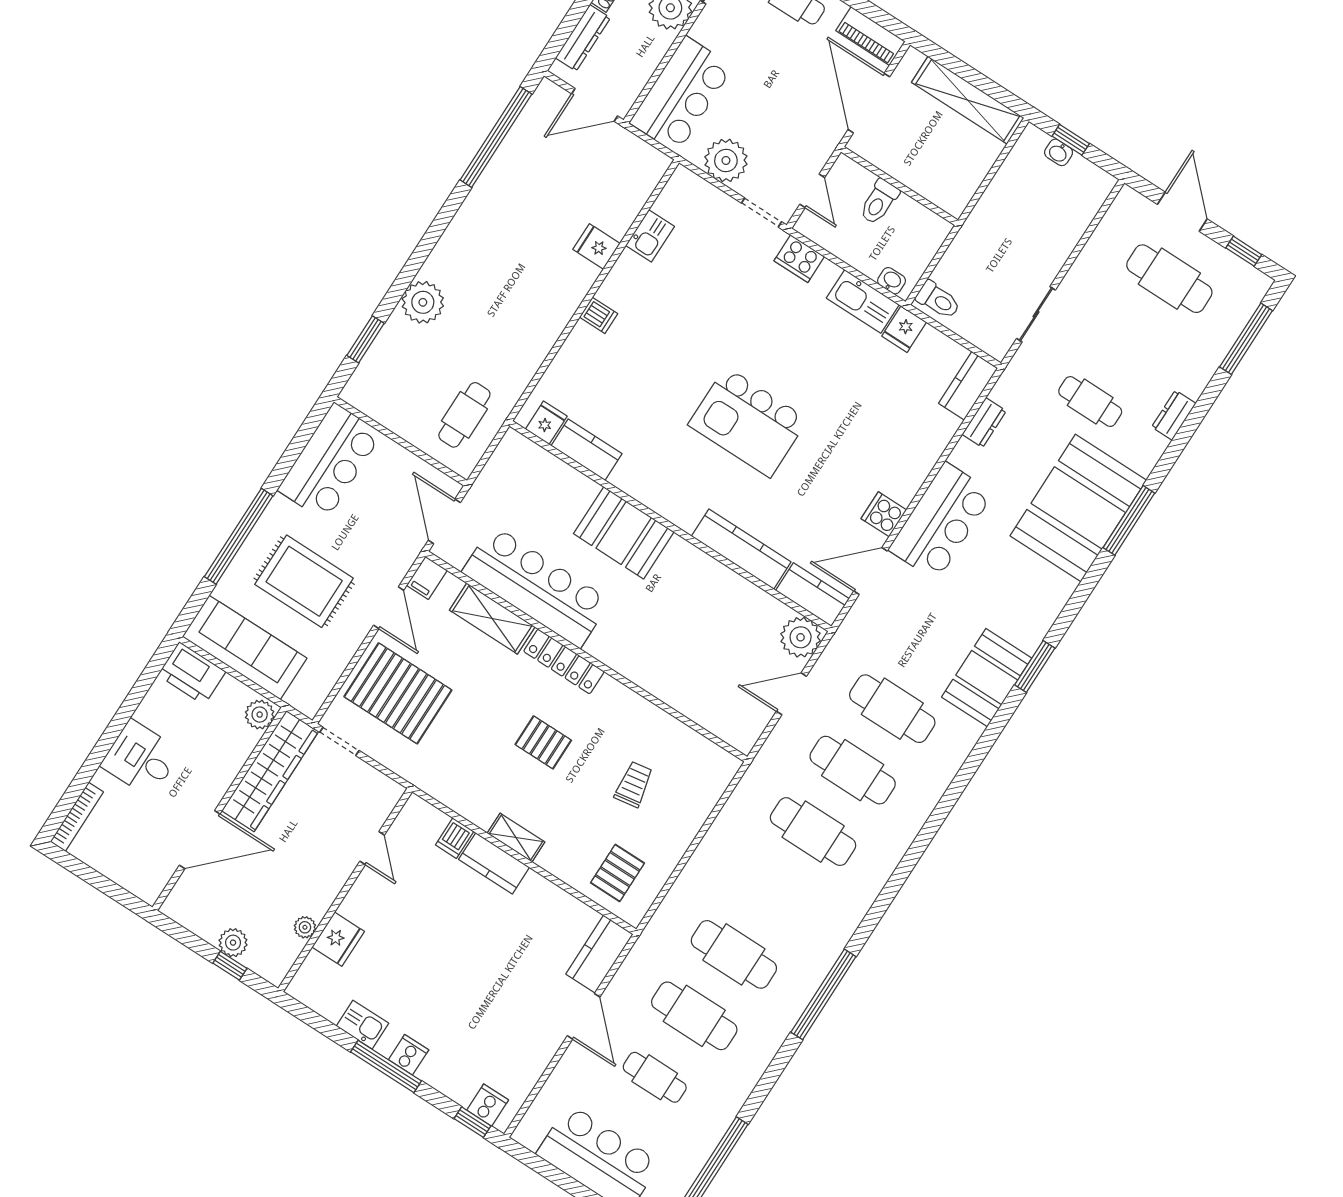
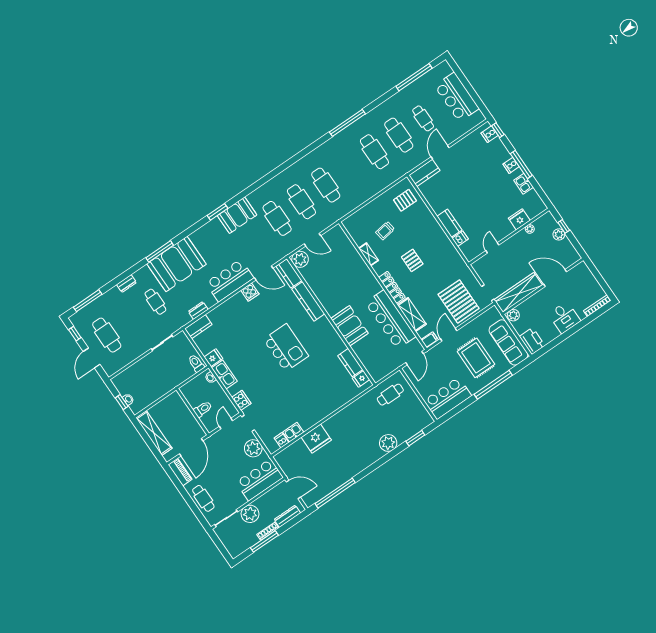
fridge: (596, 246) -> (316, 439), width x1.88, depth x1.34
dishwasher: (599, 315) -> (282, 440), moved
shelving: (516, 838) -> (369, 254), moved

